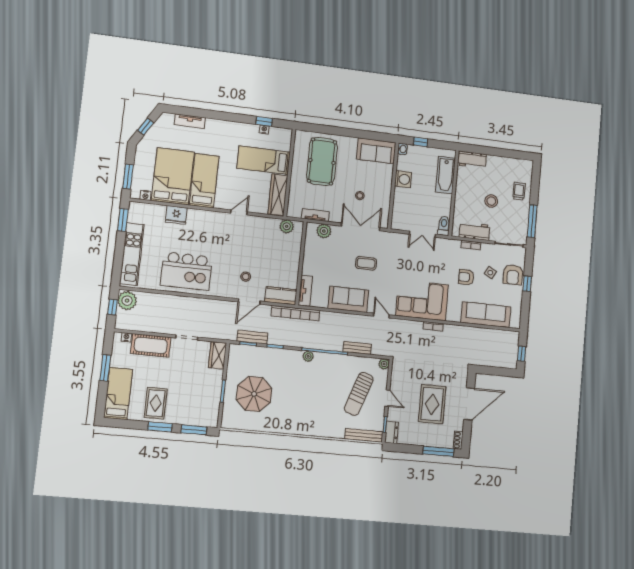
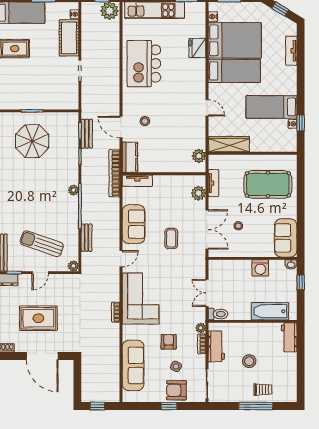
bed: (264, 160) -> (271, 107), moved, turned -90
window: (532, 221) -> (256, 406), moved
plant: (456, 244) -> (201, 328), added
wardrobe: (218, 355) -> (66, 102), removed

